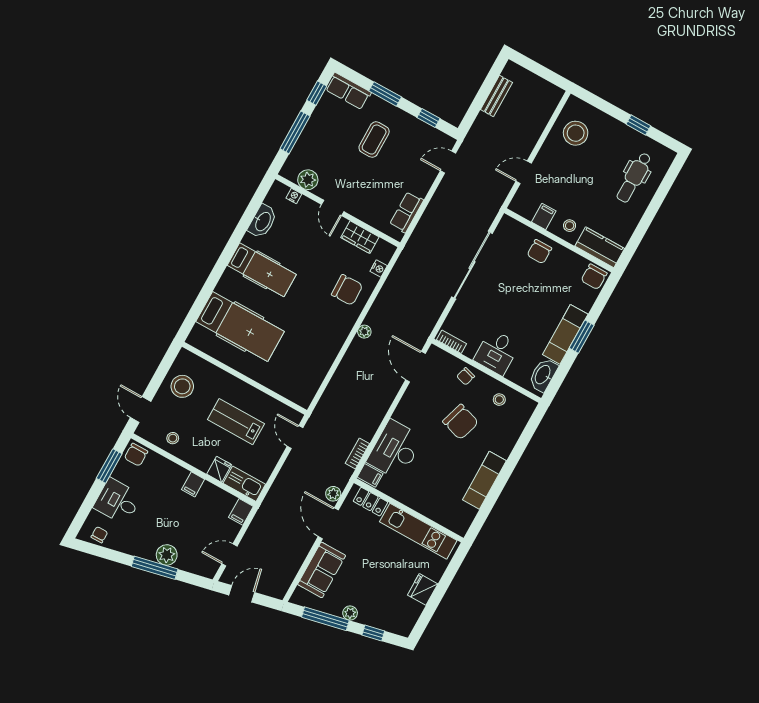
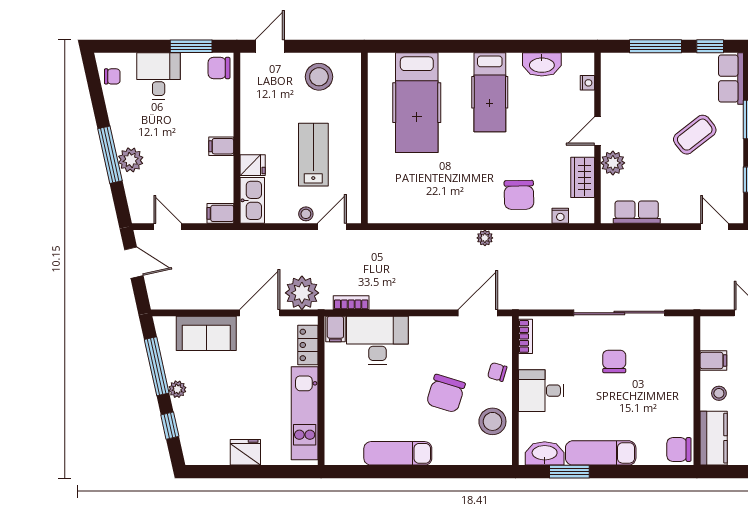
coffee table: (374, 140) -> (695, 135), turned -38
plant: (308, 180) -> (613, 163), moved
chair: (539, 252) -> (614, 361), moved, turned 90
window: (582, 337) -> (569, 472), moved
stool: (499, 400) -> (492, 421), width x1.89, depth x1.89
stool: (173, 438) -> (306, 214), moved
plant: (333, 494) -> (302, 293), width x1.87, depth x1.87

